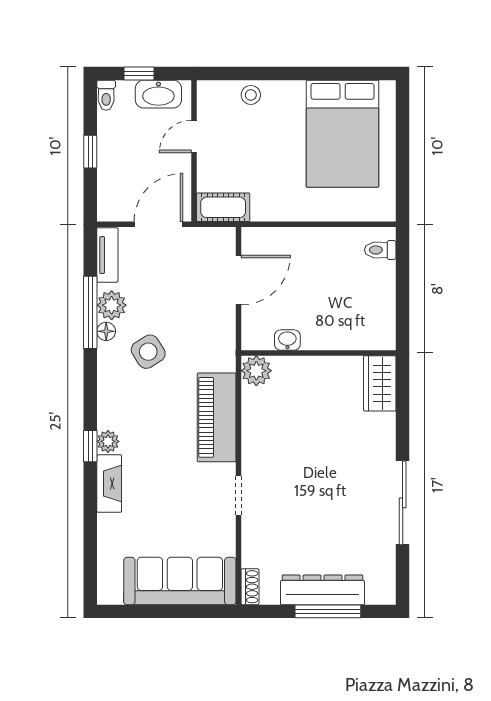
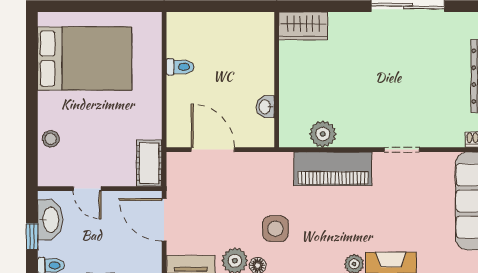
toilet: (380, 250) -> (180, 67), moved, turned -90
side table: (148, 352) -> (276, 229), turned 32
plant: (256, 371) -> (323, 134), moved

